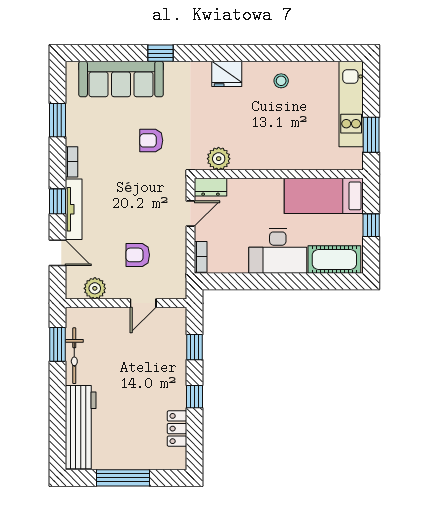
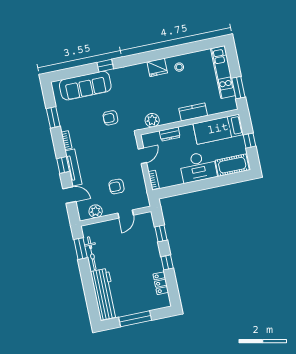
fridge: (227, 74) -> (157, 67), moved
kitchen counter: (289, 159) -> (193, 112), added
dresser: (211, 187) -> (170, 134), moved

